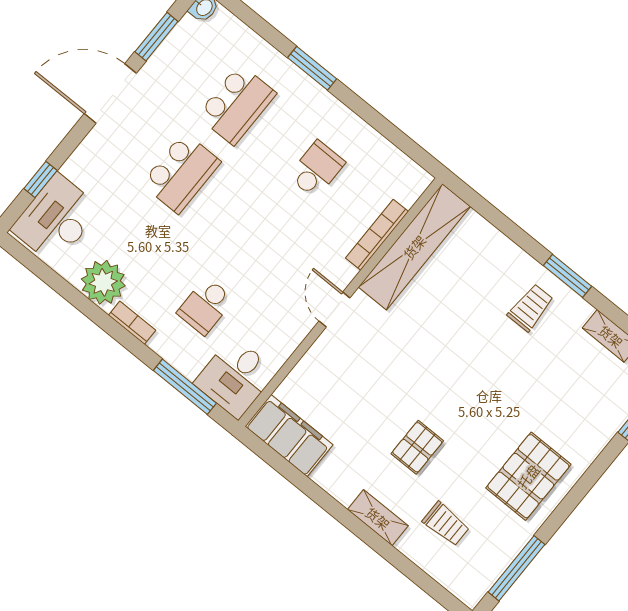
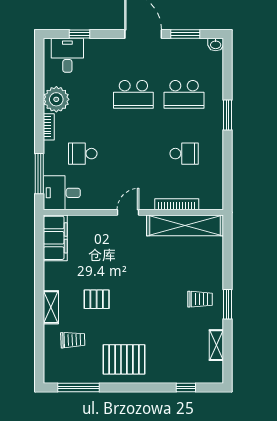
desk: (56, 219) -> (67, 55), width x0.73
trolley: (446, 524) -> (73, 340), turned -92

